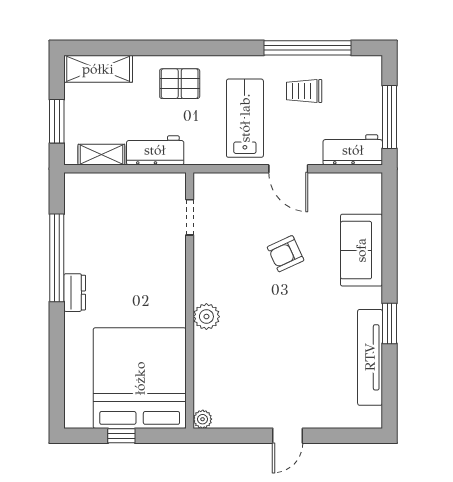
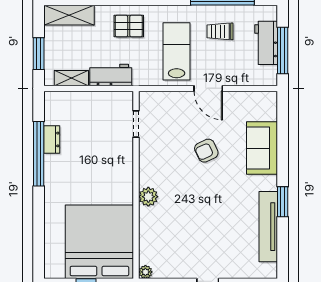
workbench: (353, 150) -> (266, 43), moved, turned -90
dresser: (75, 293) -> (52, 139), moved

